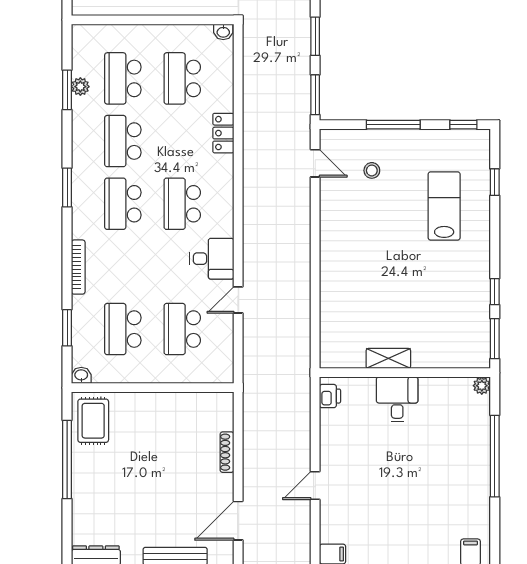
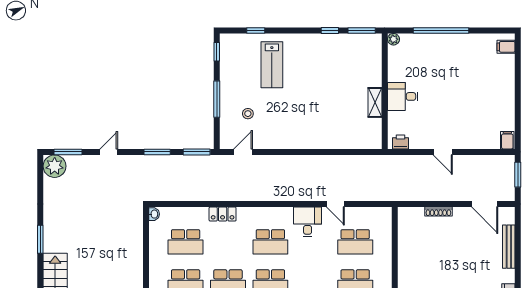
lab bench: (444, 206) -> (272, 65), turned -90
door: (315, 485) -> (443, 152), moved

